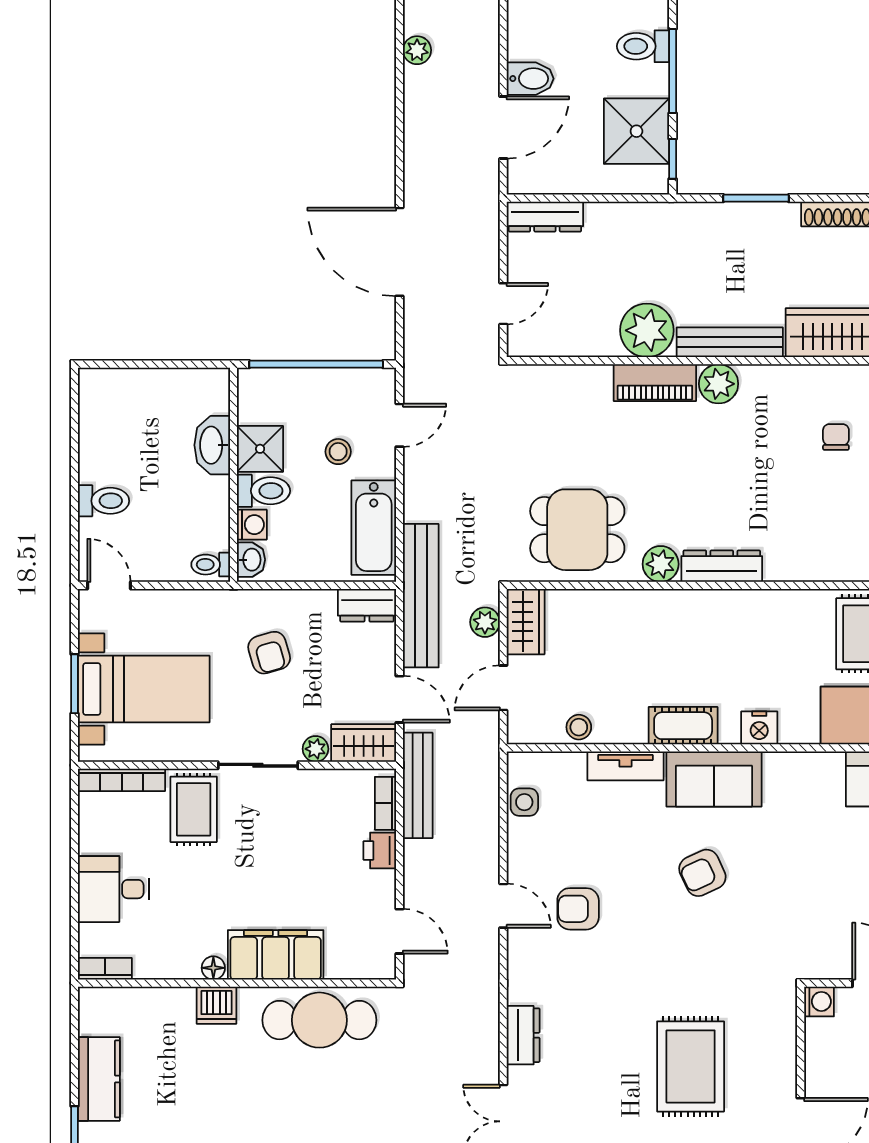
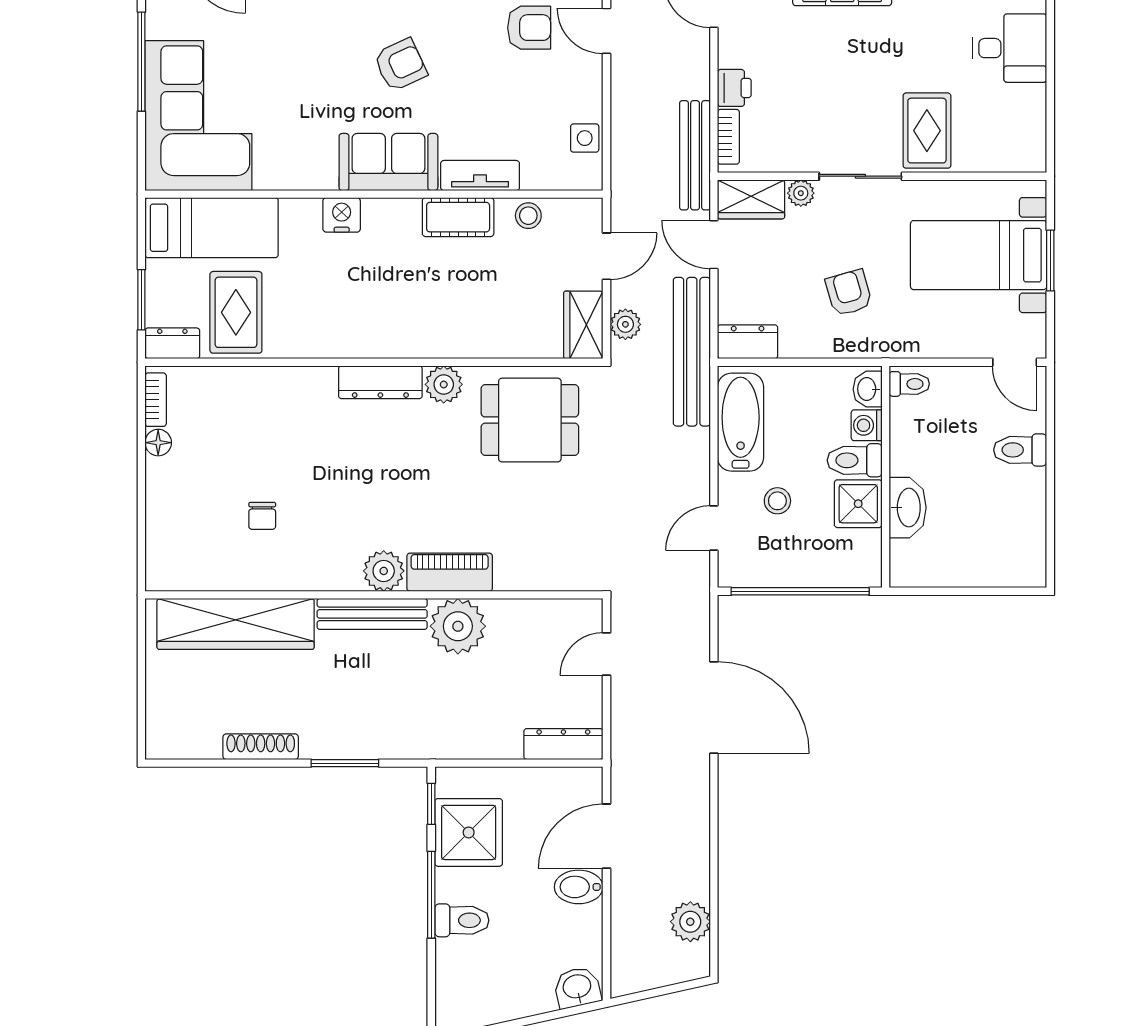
plant: (417, 50) -> (690, 922), width x1.38, depth x1.38
cot: (683, 726) -> (458, 217), moved
bookcase: (122, 780) -> (1002, 161), removed

